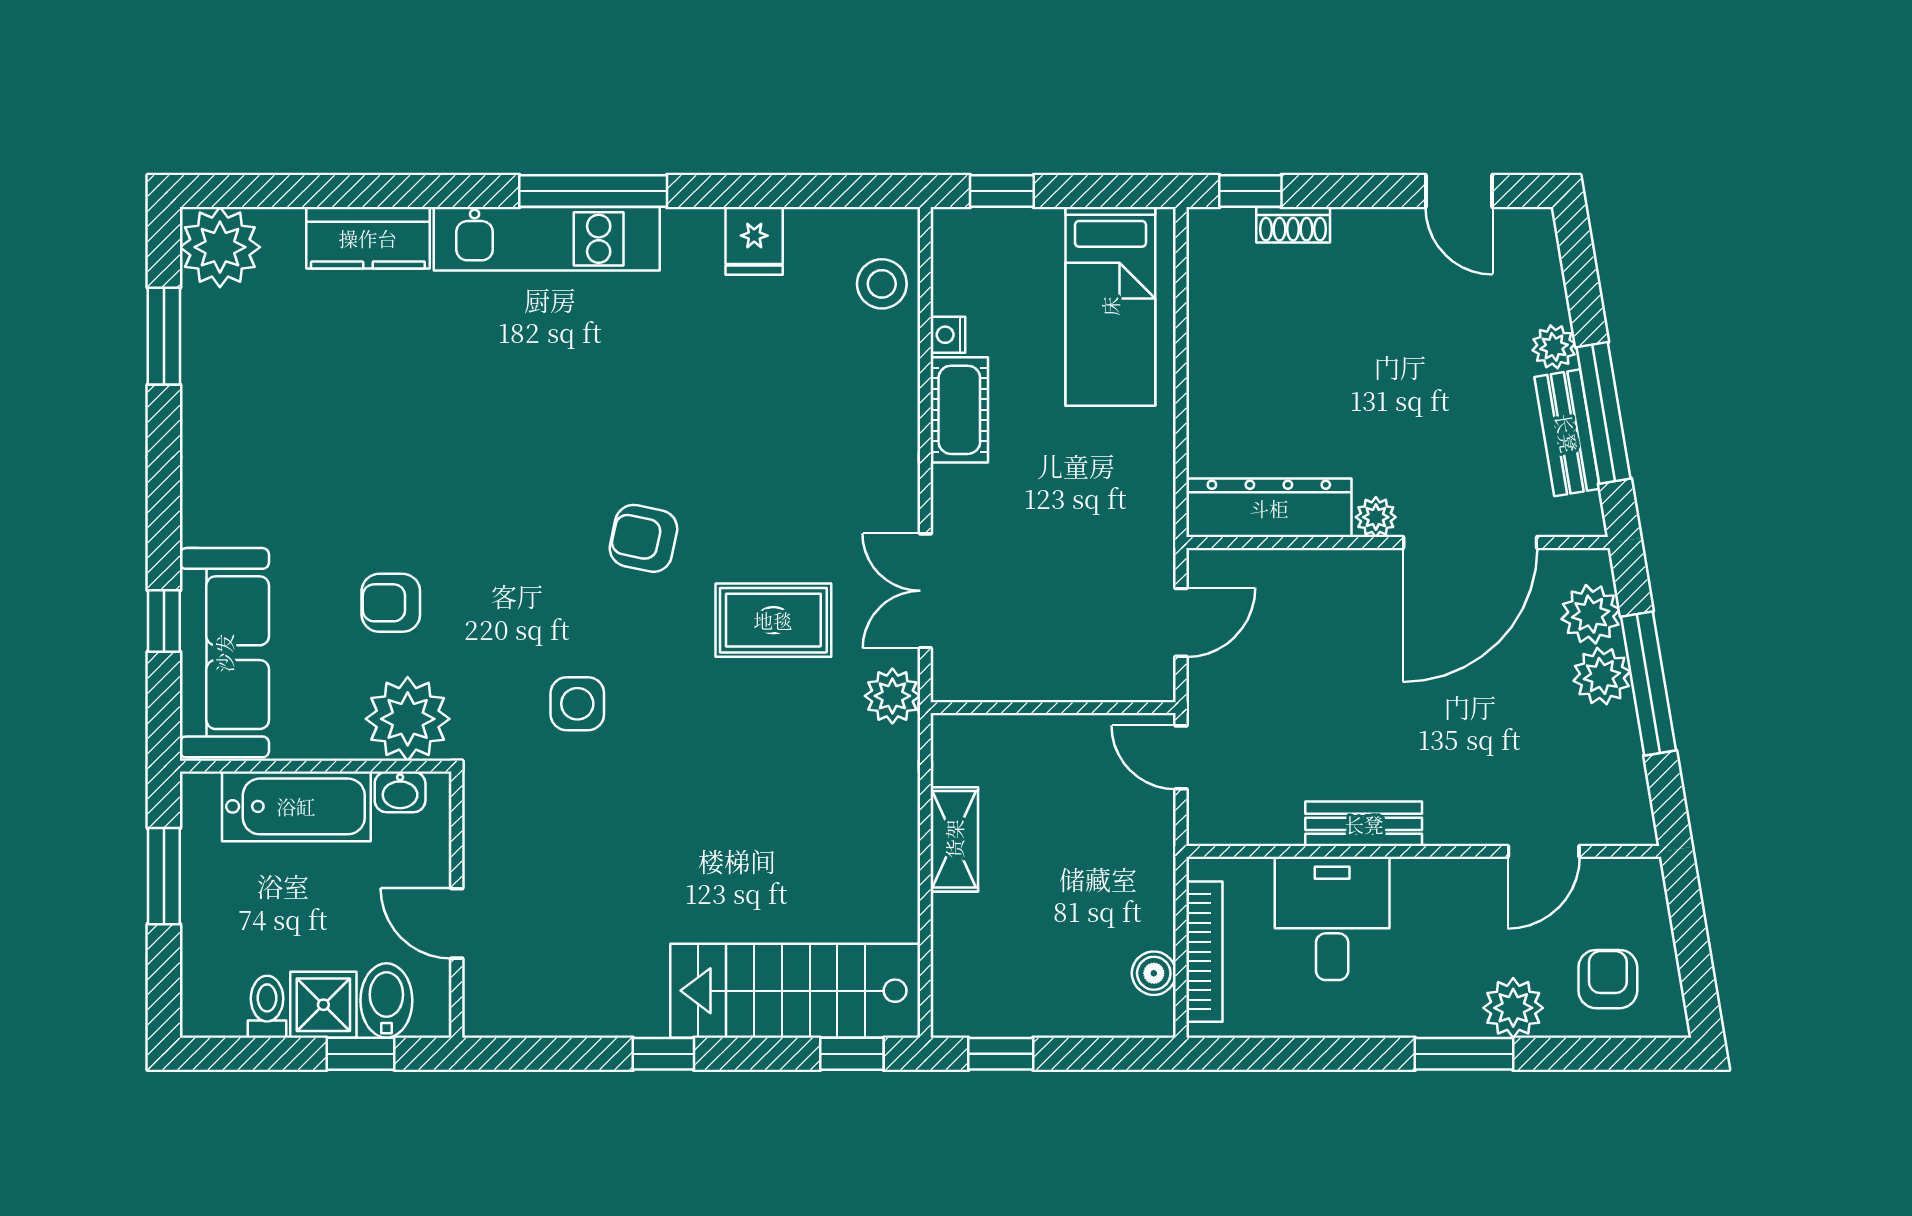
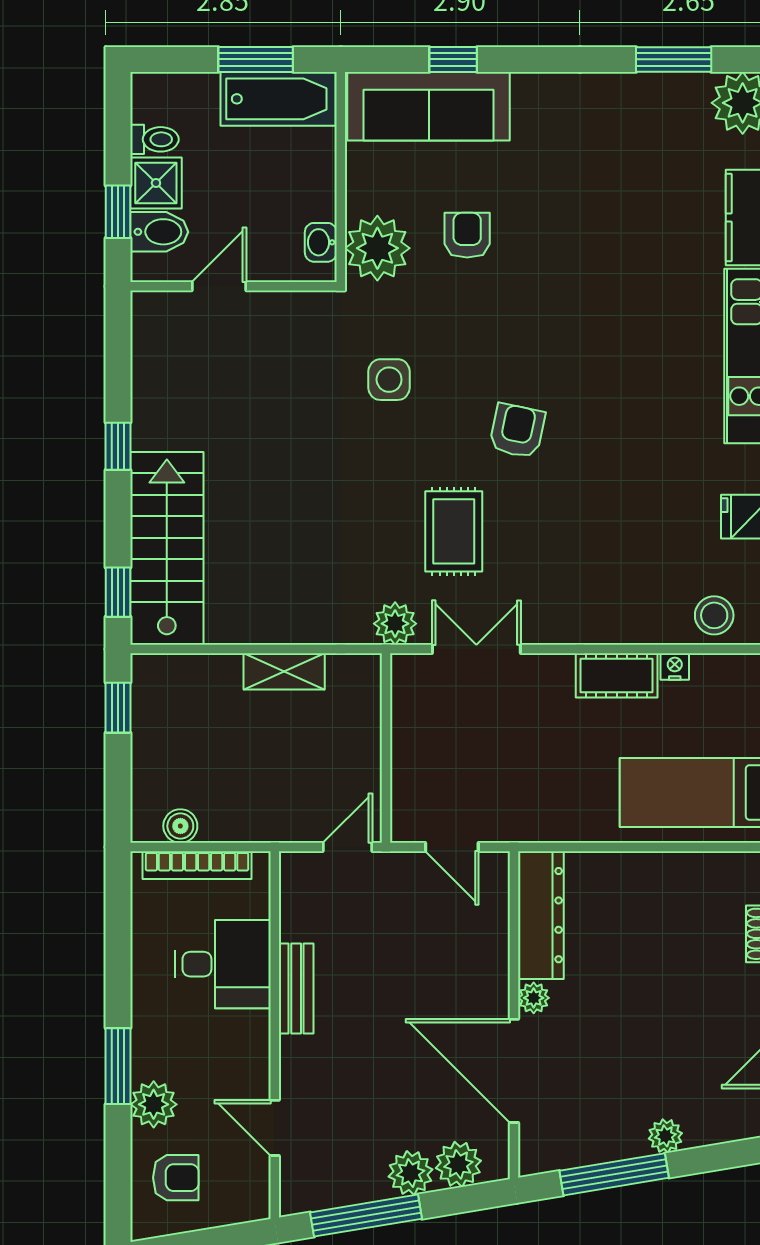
bench: (1567, 433) -> (599, 1146), removed
window: (1649, 684) -> (366, 1216), moved
bathtub: (296, 806) -> (278, 99), moved, turned -90

